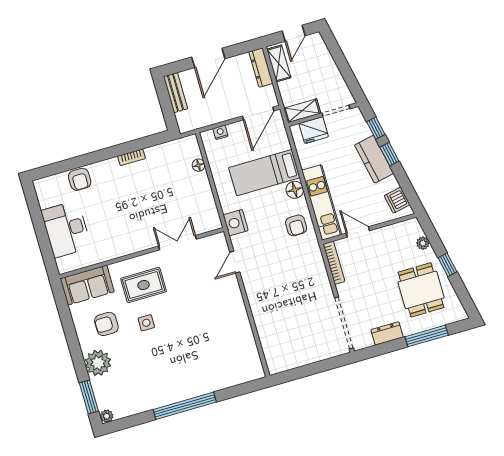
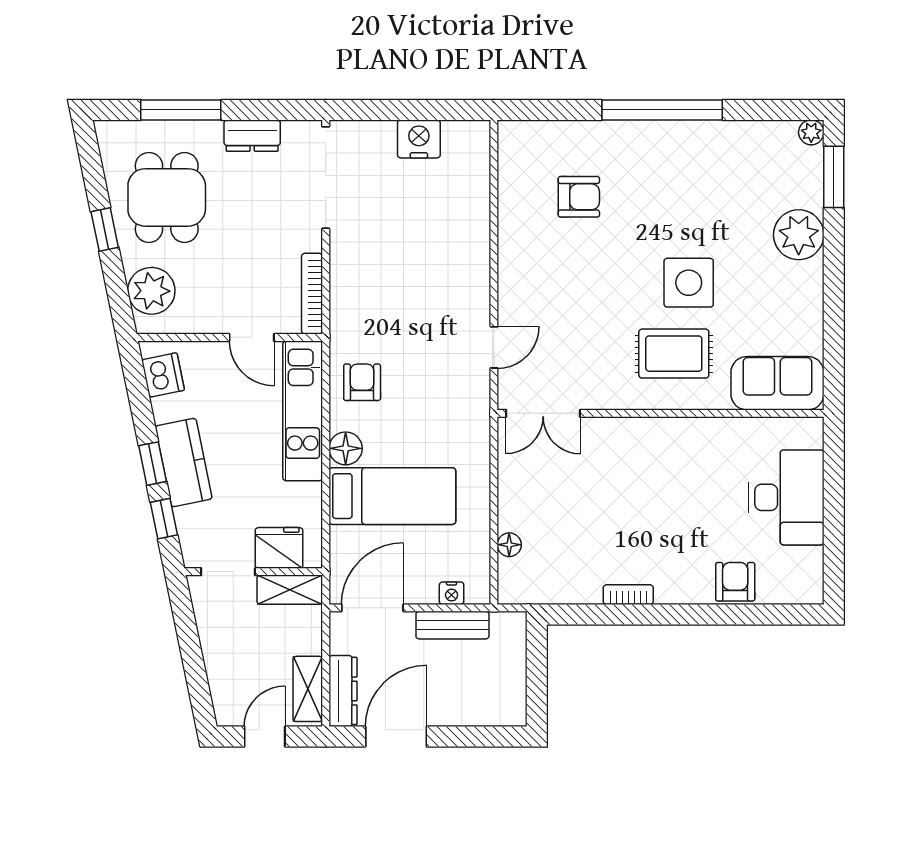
door: (208, 58) -> (396, 737), moved
bench: (176, 93) -> (452, 625), moved, turned 90
nightstand: (236, 223) -> (419, 139), moved, turned -90
double door: (178, 243) -> (543, 413), moved
plant: (423, 243) -> (151, 291), width x1.88, depth x1.88
side table: (146, 323) -> (689, 283), width x1.87, depth x1.87
armchair: (106, 324) -> (579, 197), moved

